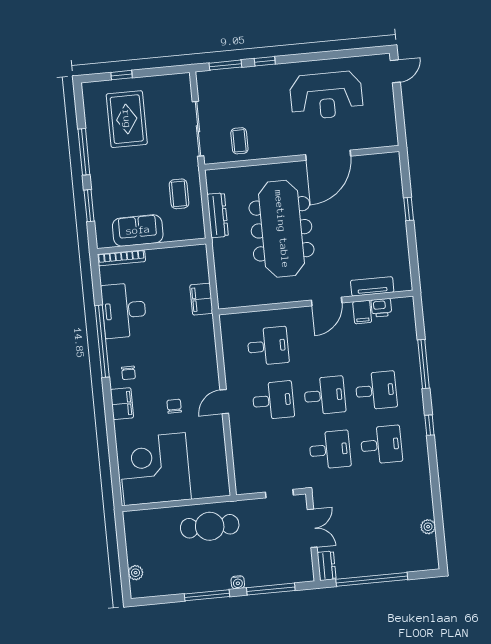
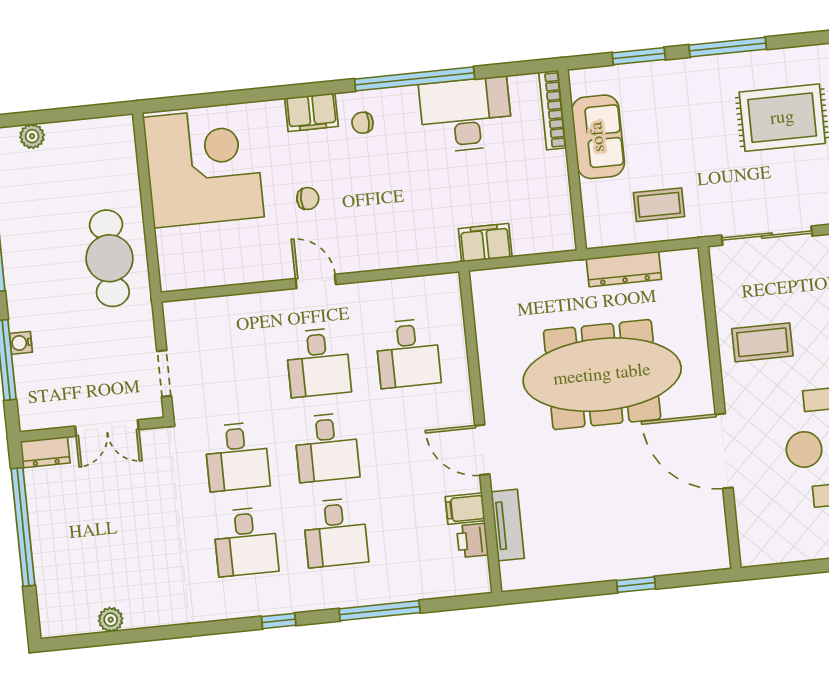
coffee table: (239, 141) -> (762, 342), moved, width x1.36, depth x1.30
water cooler: (238, 582) -> (21, 343), moved

